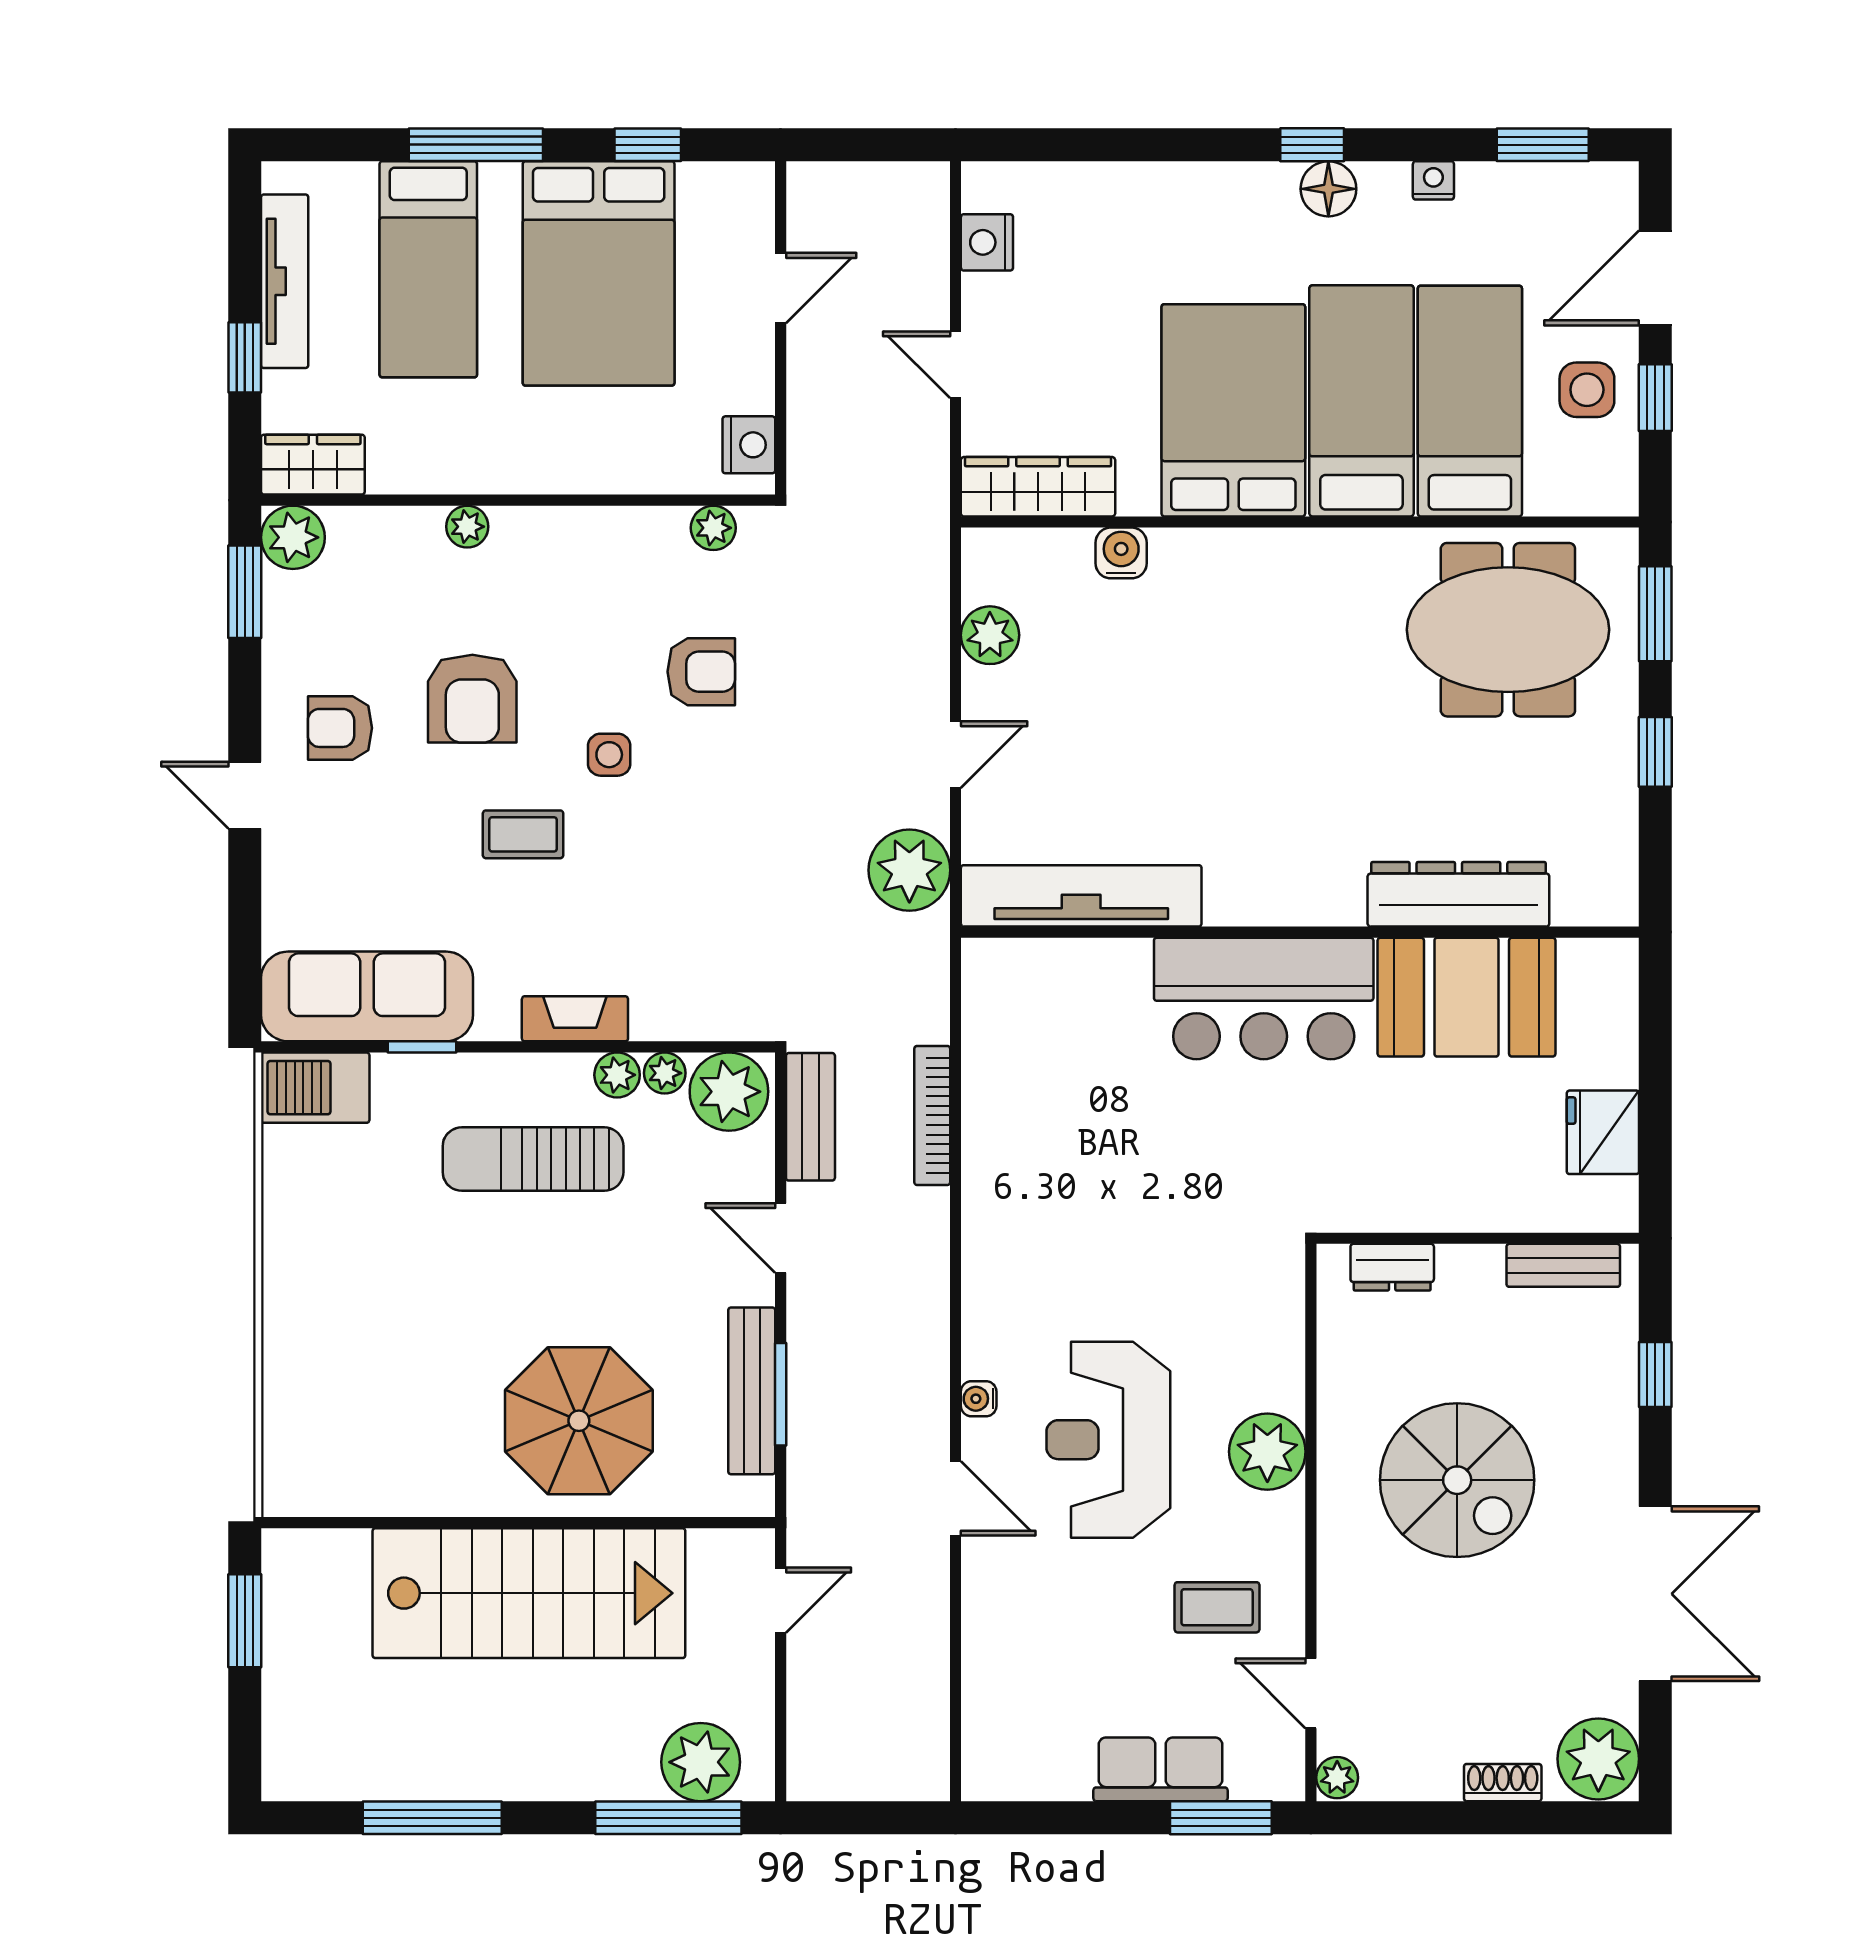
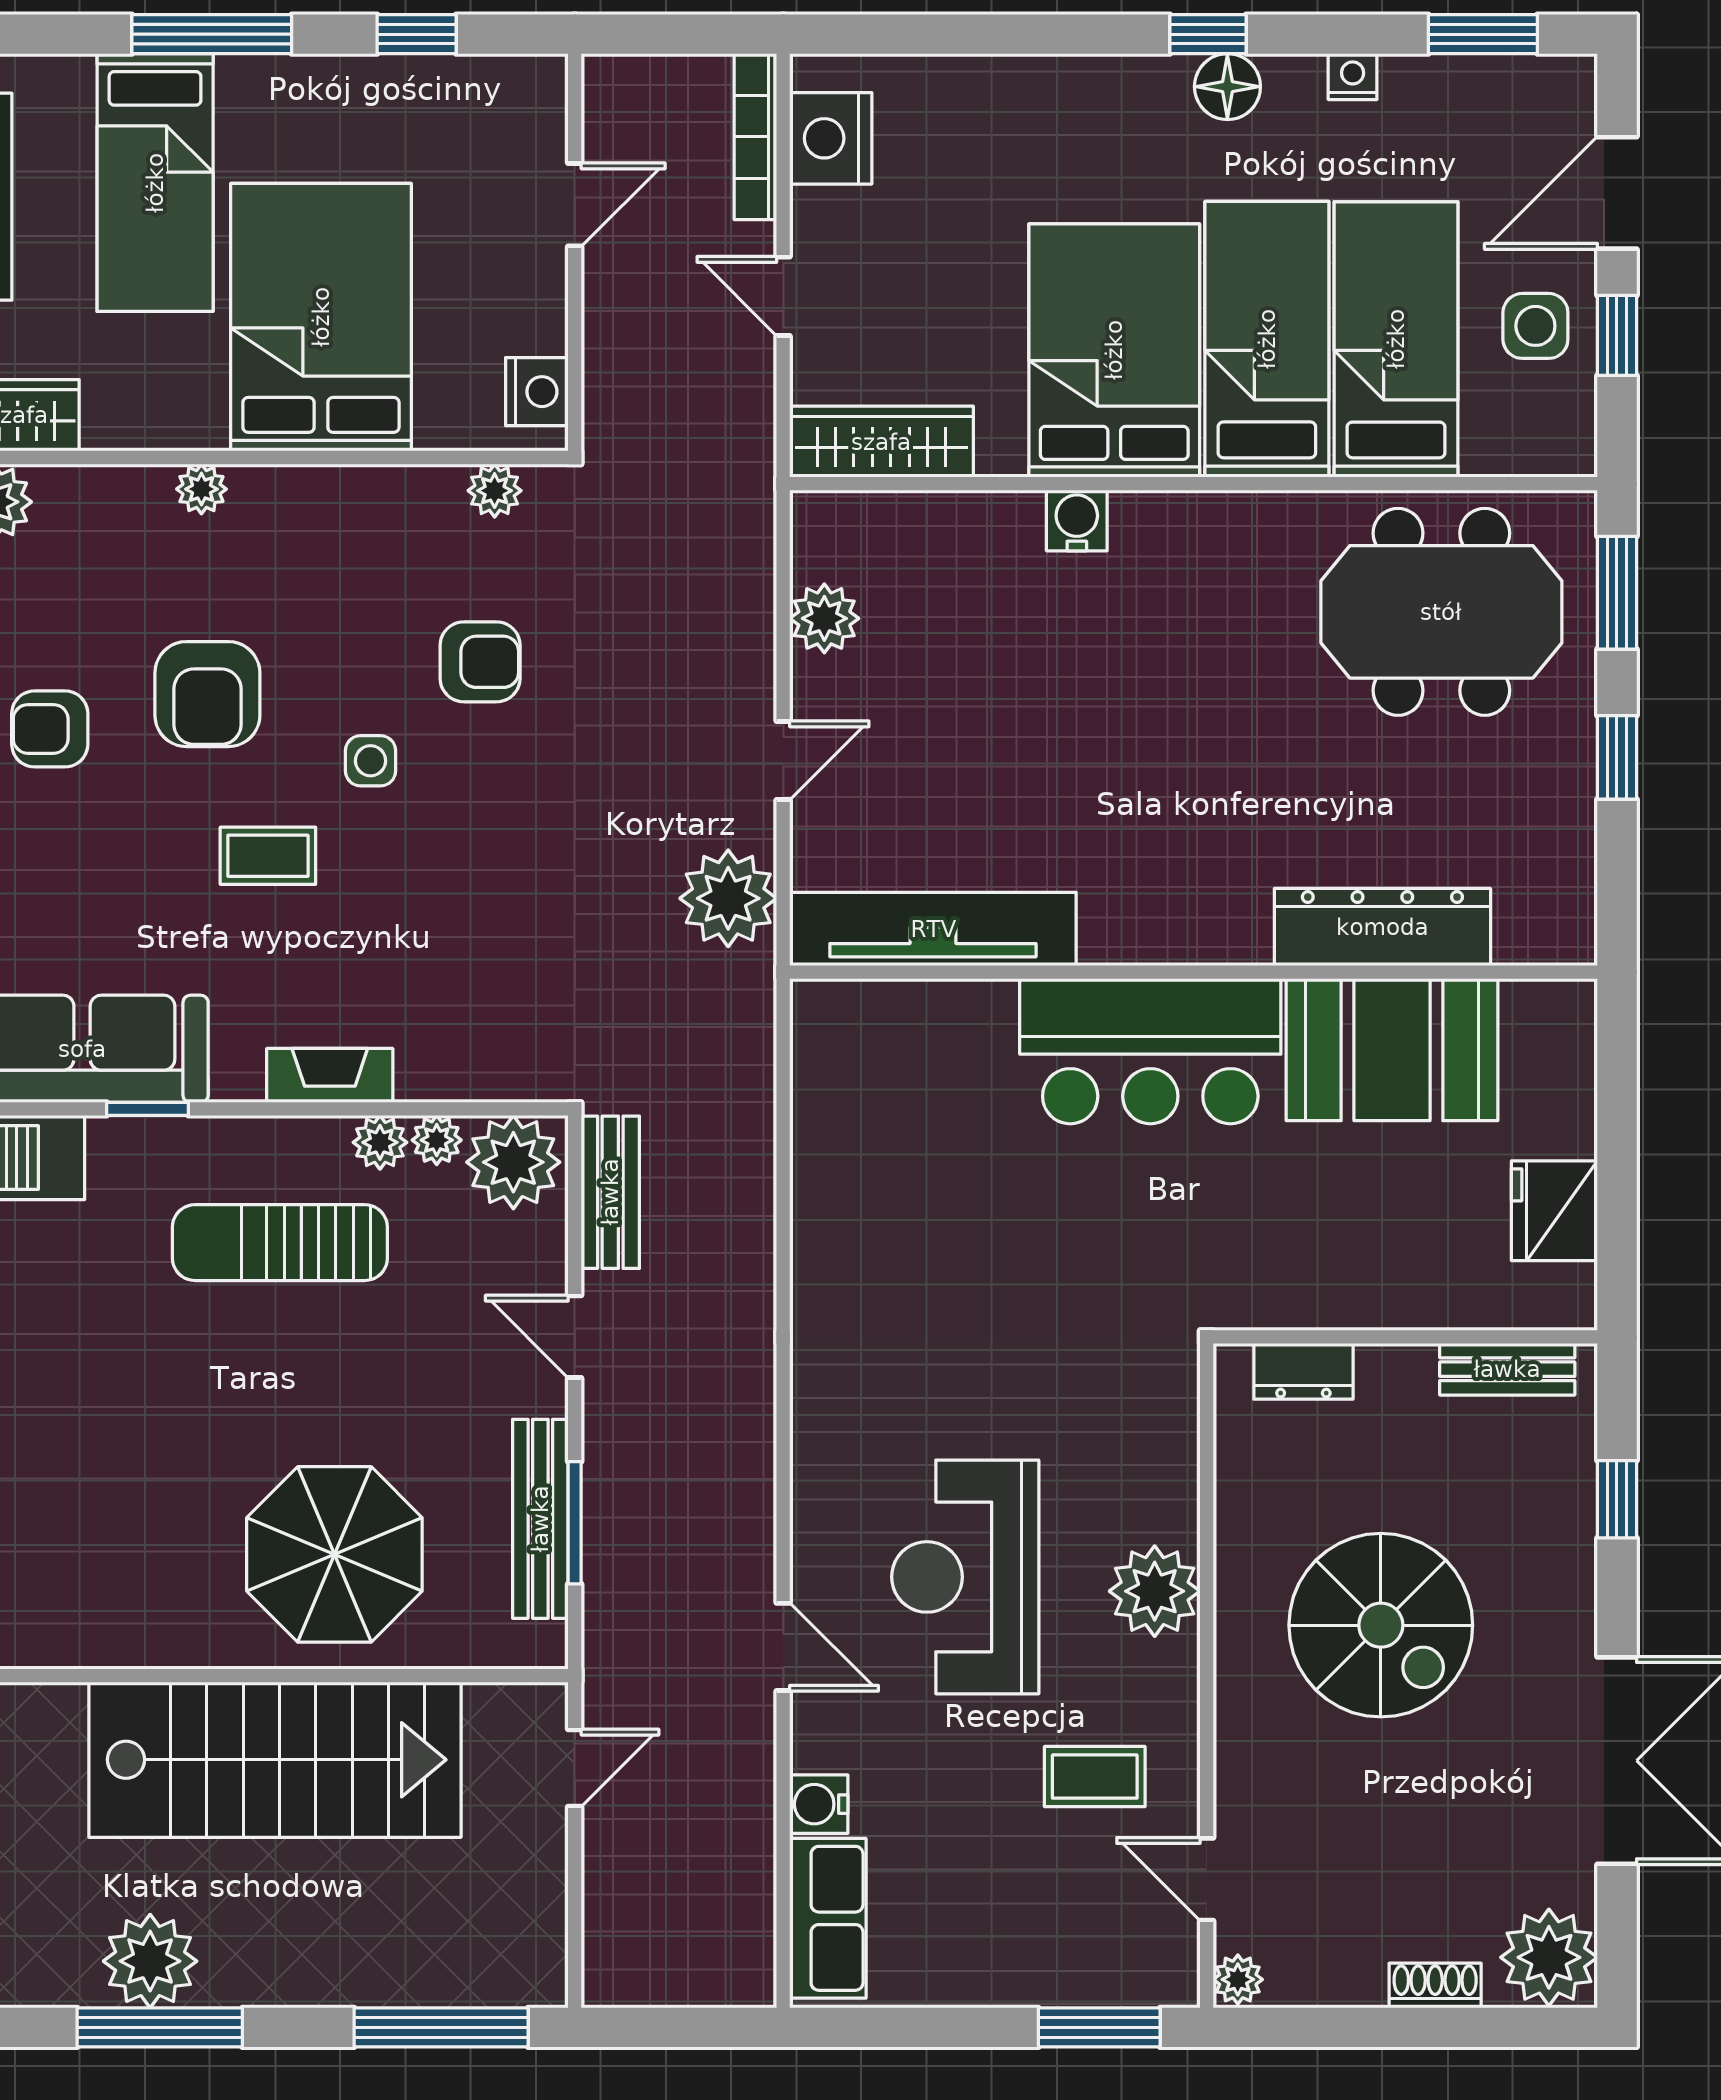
nightstand: (987, 242) -> (831, 138), width x1.36, depth x1.33
bed: (599, 273) -> (321, 317), moved, turned 180
water cooler: (1121, 553) -> (1077, 520), moved
bookcase: (932, 1115) -> (755, 137), moved
water cooler: (979, 1399) -> (819, 1804), moved, width x1.38, depth x1.38
plant: (701, 1762) -> (150, 1961), moved
row of seats: (1161, 1769) -> (828, 1918), moved, turned 90

